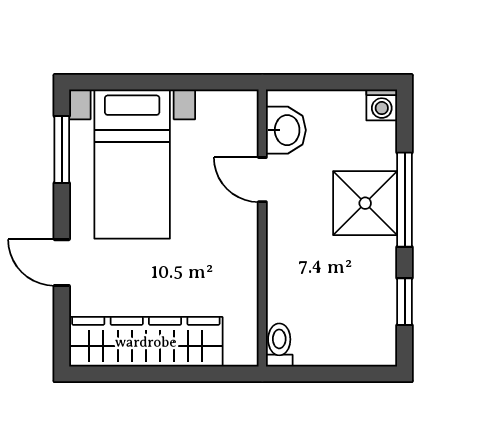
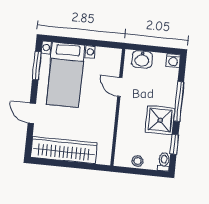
washbasin: (286, 130) -> (142, 59), moved, turned 90
shower: (365, 203) -> (160, 120), moved
toilet: (279, 345) -> (164, 162), moved
stool: (322, 350) -> (138, 161), added

